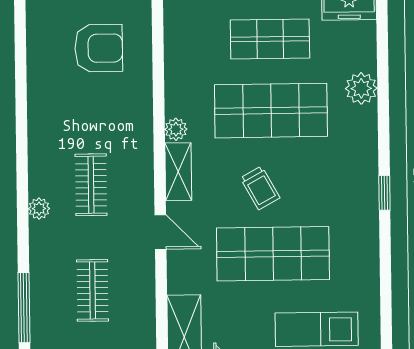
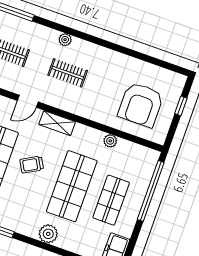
armchair: (99, 48) -> (141, 105), width x1.36, depth x1.36
plant: (361, 88) -> (48, 234), moved
plant: (176, 129) -> (110, 141), moved

